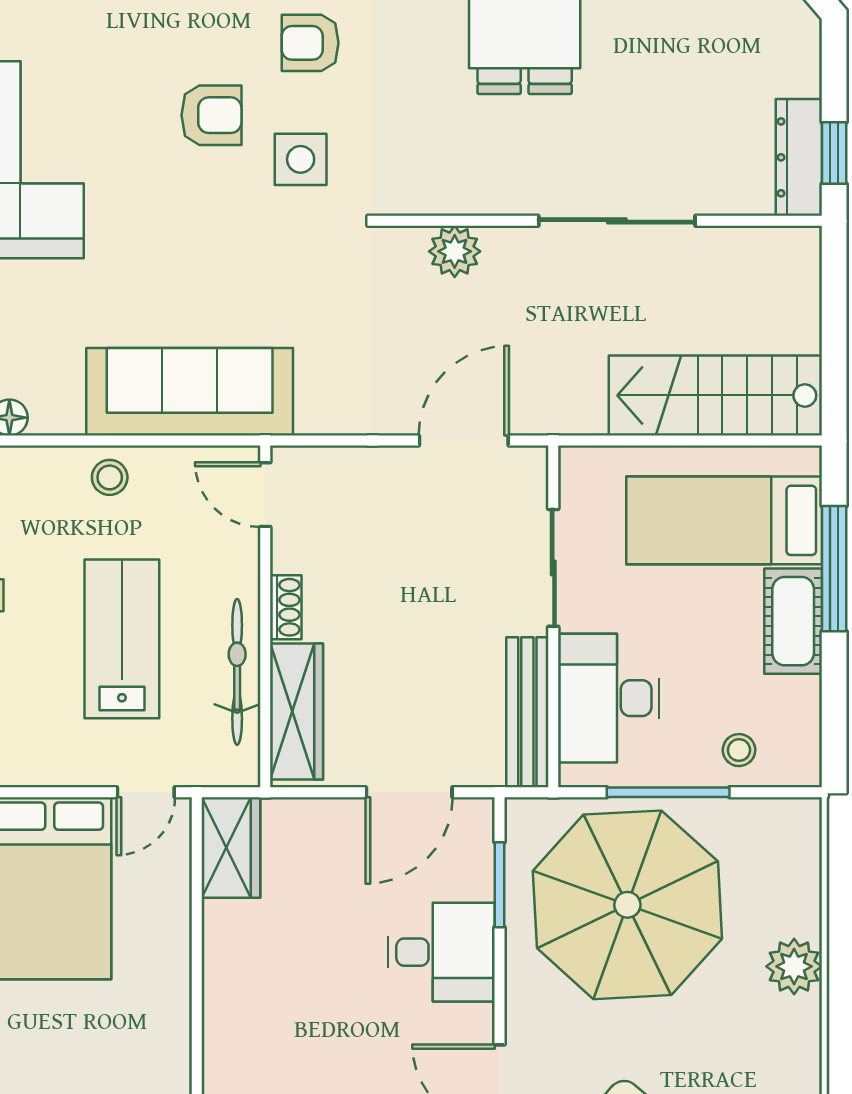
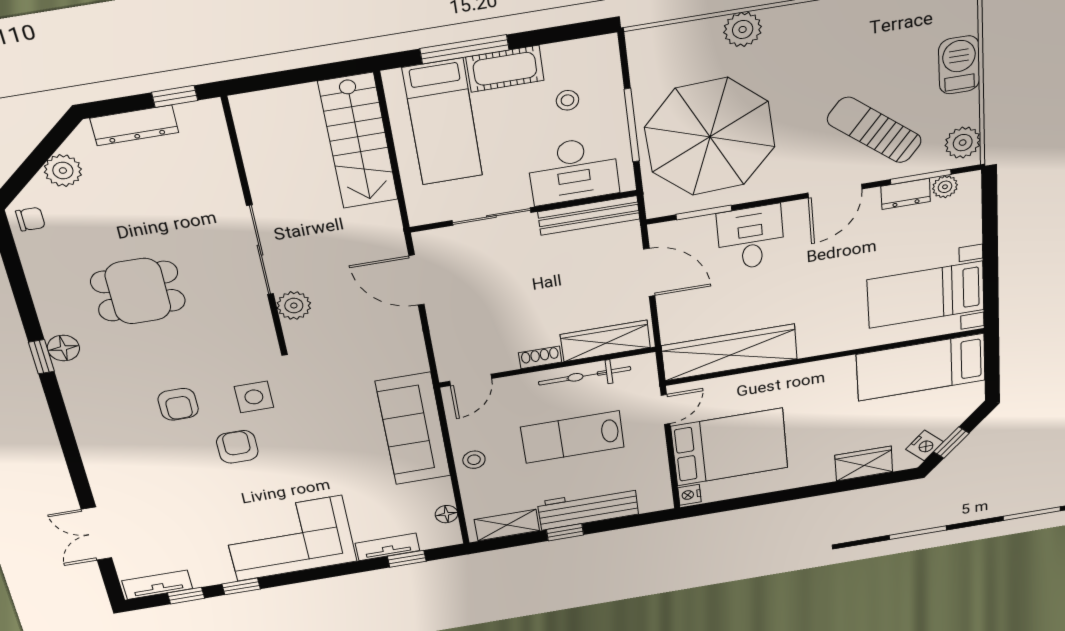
dresser: (799, 157) -> (134, 125), moved
sliding door: (617, 221) -> (260, 250), moved
stool: (739, 750) -> (567, 100), moved
door: (146, 792) -> (666, 410), hinge flipped
wardrobe: (231, 847) -> (729, 352), width x2.10, depth x1.17

